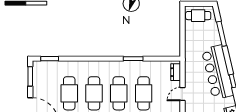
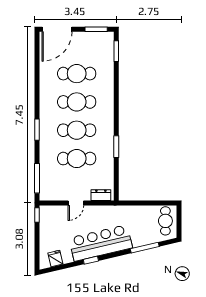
door: (182, 94) -> (76, 203), swing flipped

